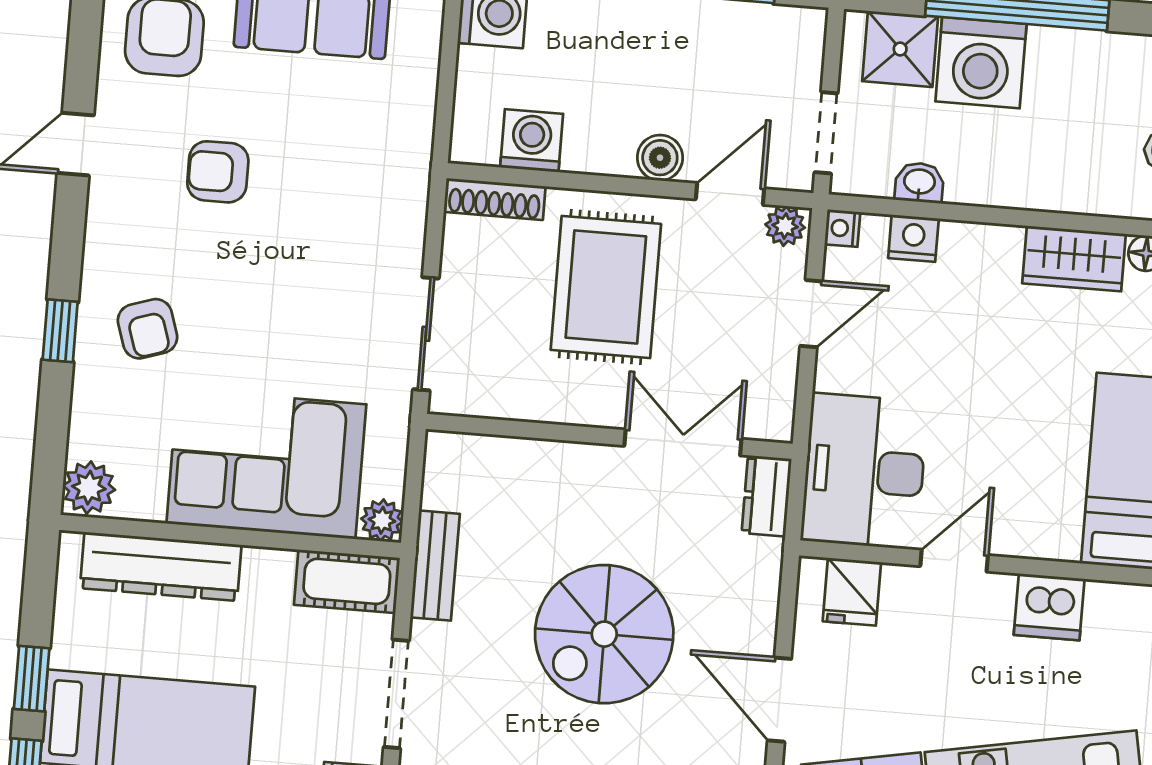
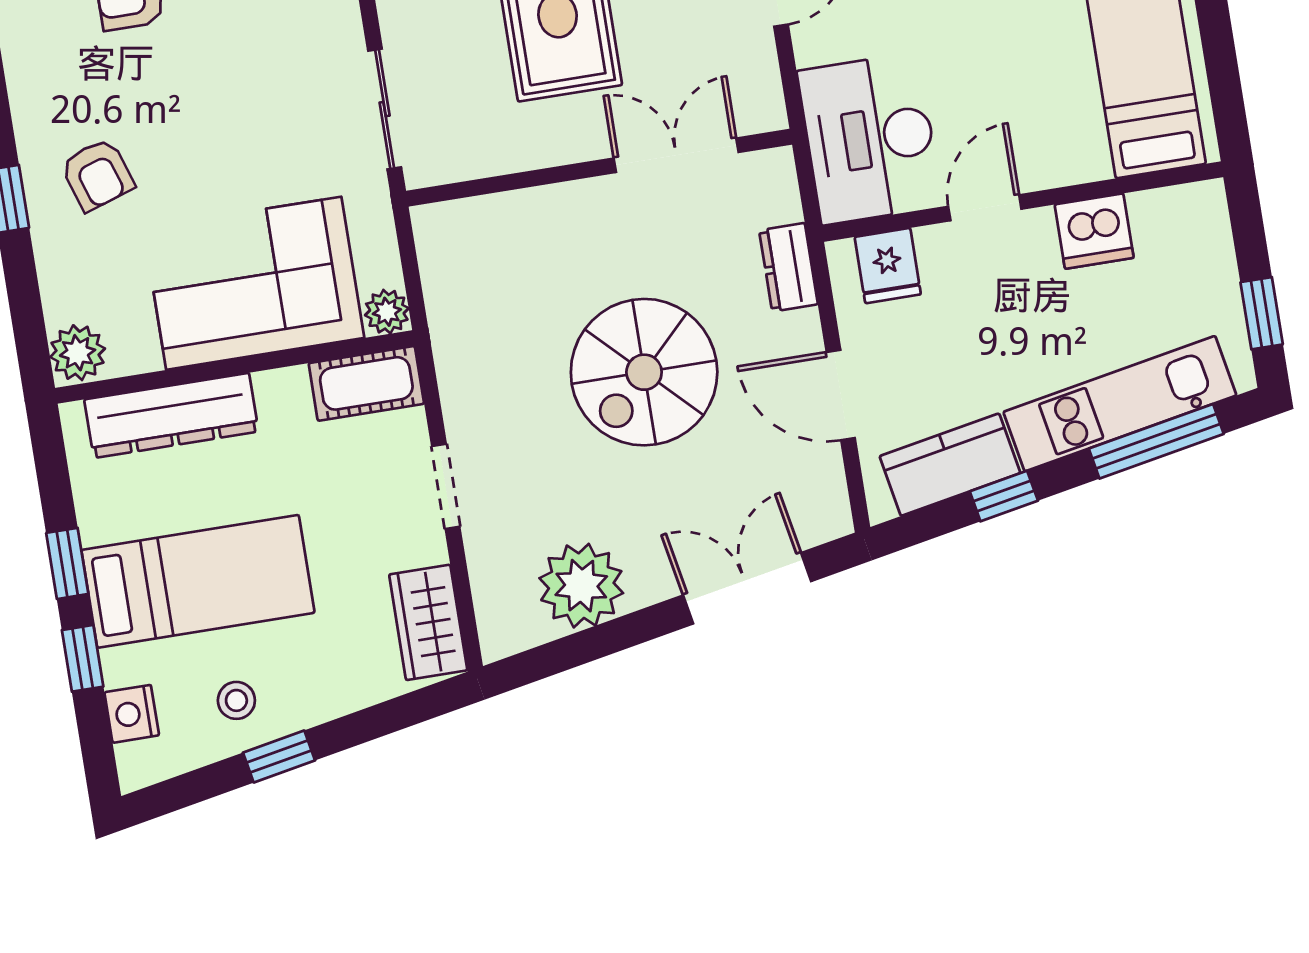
dresser: (767, 496) -> (788, 267), moved
bench: (435, 566) -> (453, 345), removed
doorway: (396, 694) -> (446, 486), width x0.73

